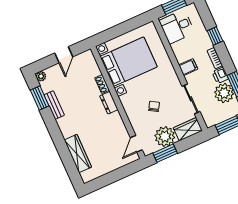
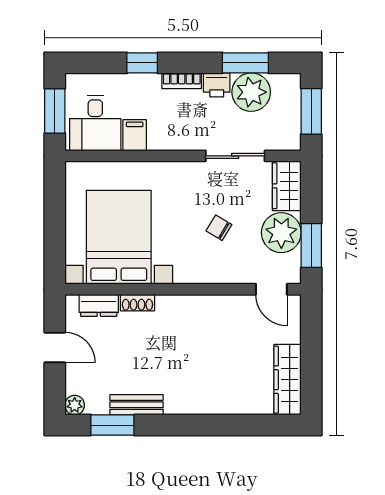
filing cabinet: (188, 67) -> (135, 135), moved
dresser: (109, 103) -> (99, 305), moved
wardrobe: (78, 153) -> (288, 380), moved, turned -90

